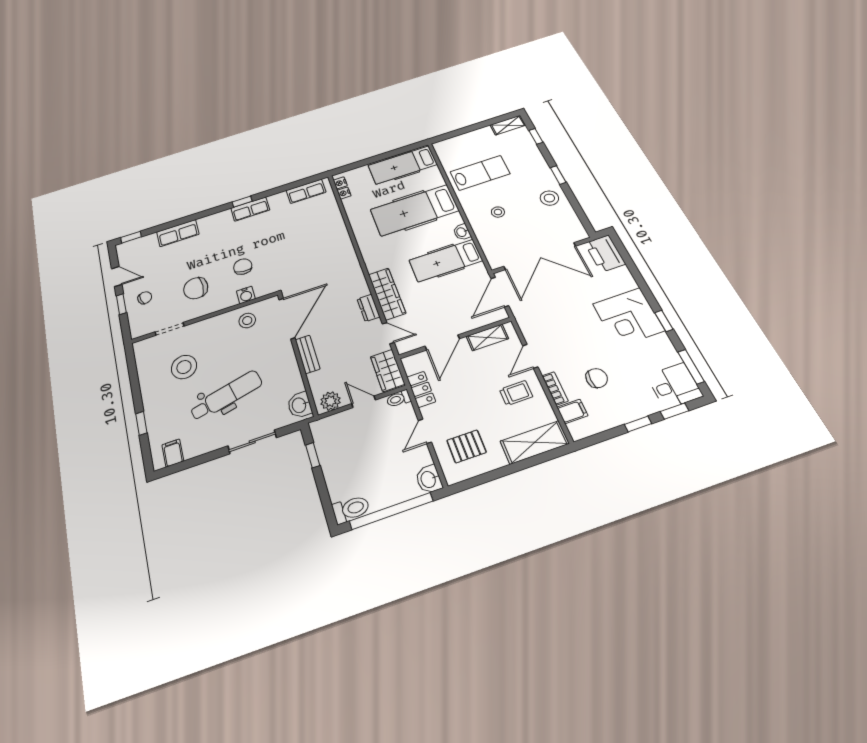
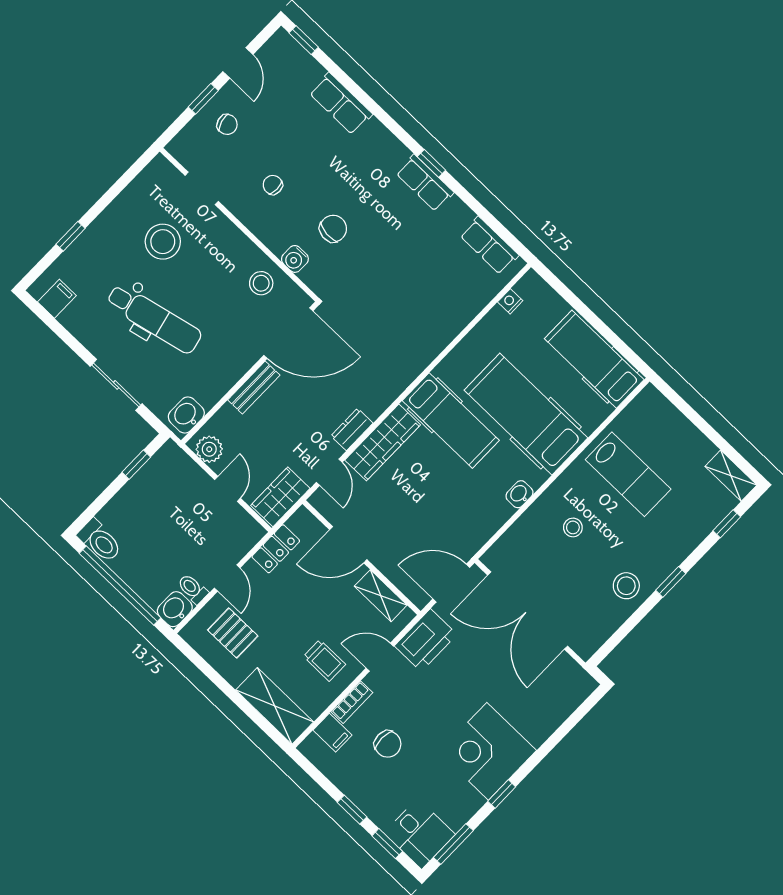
nightstand: (340, 183) -> (525, 286), removed
printer: (605, 253) -> (426, 640), moved, turned 180
hospital bed: (446, 260) -> (451, 421), moved, turned 180
chair: (196, 288) -> (273, 185), width x0.54, depth x0.54
toilet: (398, 399) -> (193, 589), moved
door: (425, 431) -> (227, 578), swing flipped

